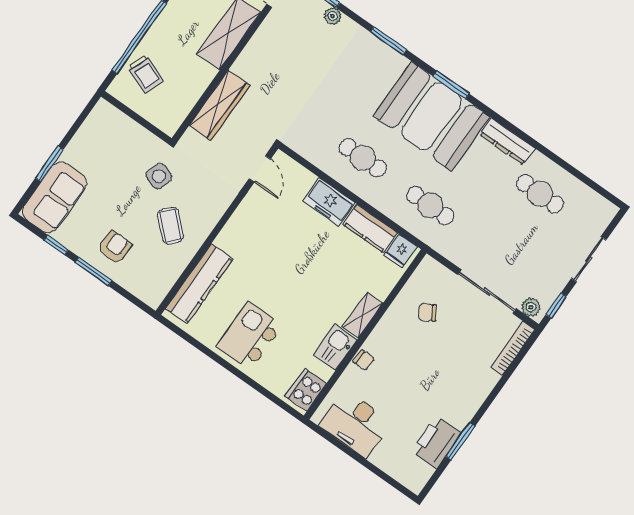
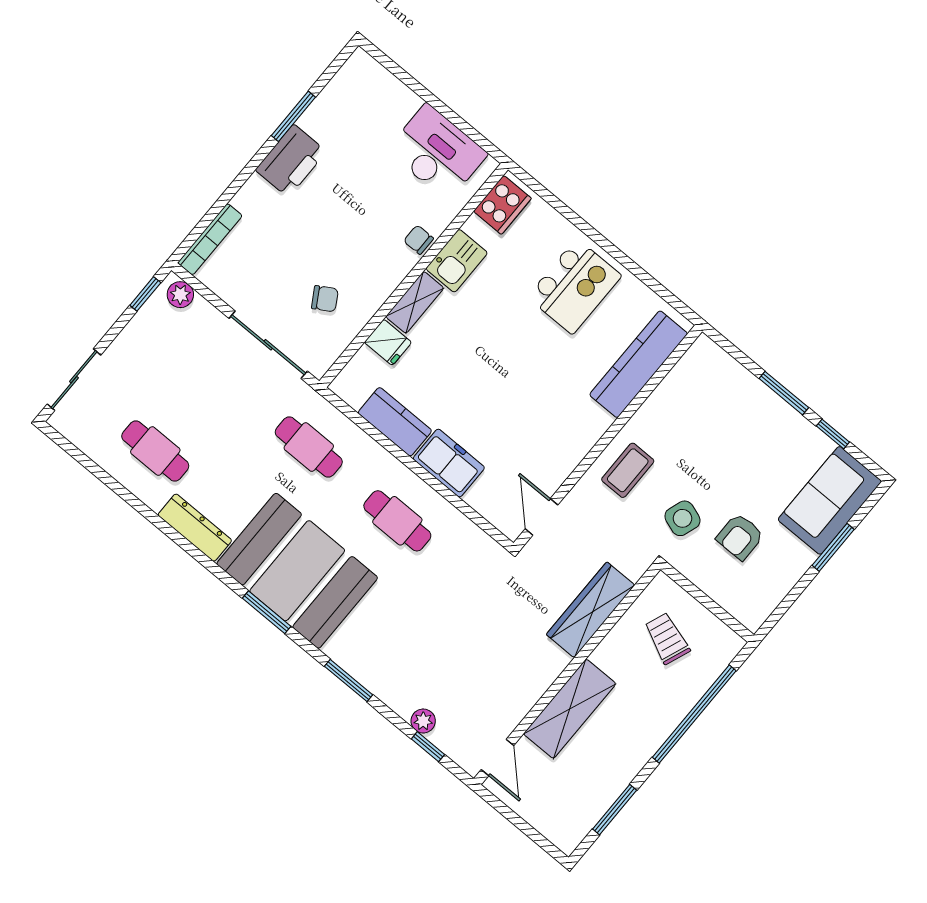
trolley: (146, 74) -> (667, 638), moved
coffee table: (171, 226) -> (628, 470), moved, turned 47
armchair: (115, 247) -> (740, 537), moved
fridge: (401, 251) -> (388, 342), moved, turned 90
sliding door: (589, 259) -> (74, 380), moved
sliding door: (487, 292) -> (268, 345), moved
printer: (437, 442) -> (291, 161), moved

